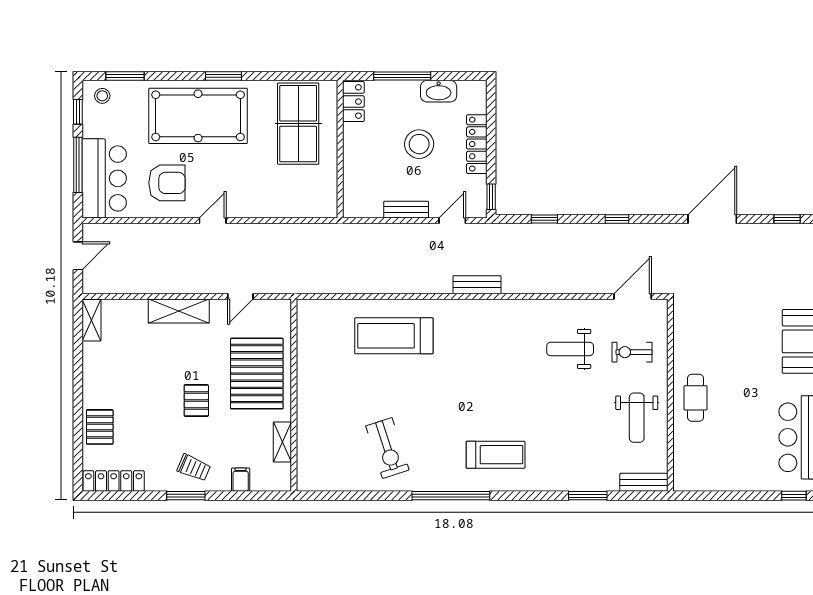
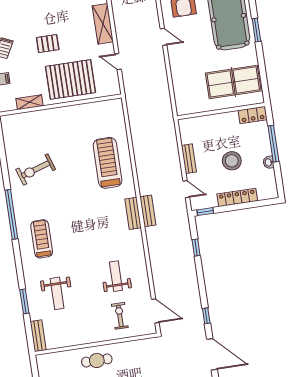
washbasin: (439, 91) -> (269, 162), width x0.52, depth x0.69
window: (617, 219) -> (206, 316), moved
bench: (477, 308) -> (133, 213), added
weight bench: (637, 418) -> (57, 293), moved, turned -90
treadmill: (496, 455) -> (42, 239), turned 180

